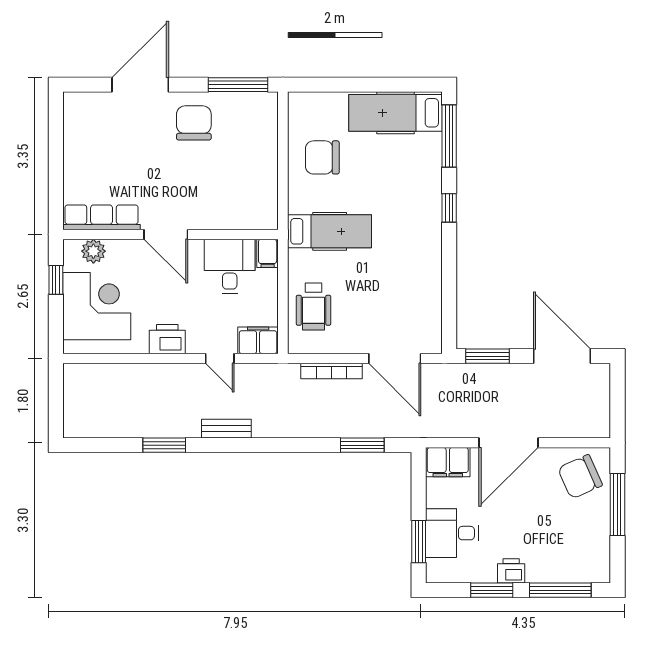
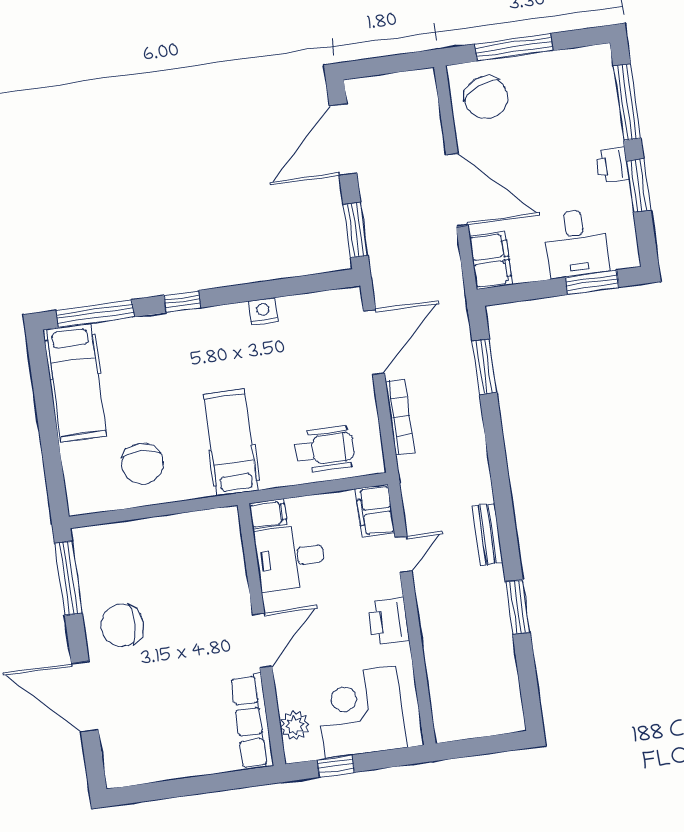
nightstand: (432, 272) -> (263, 311), added

